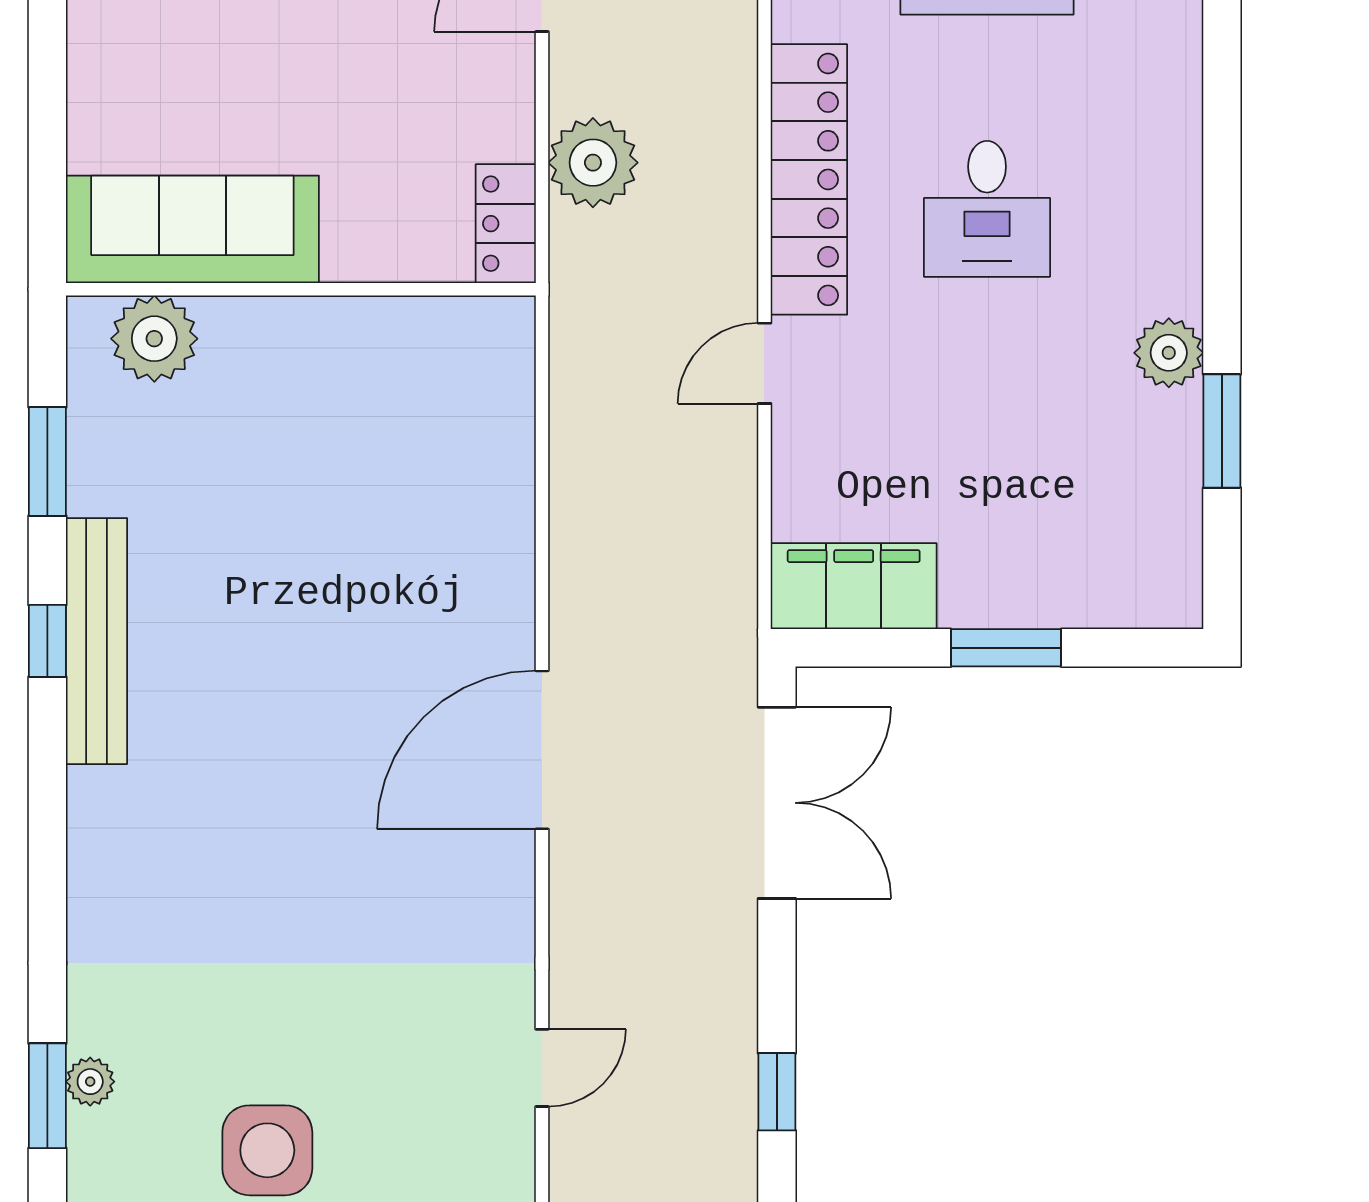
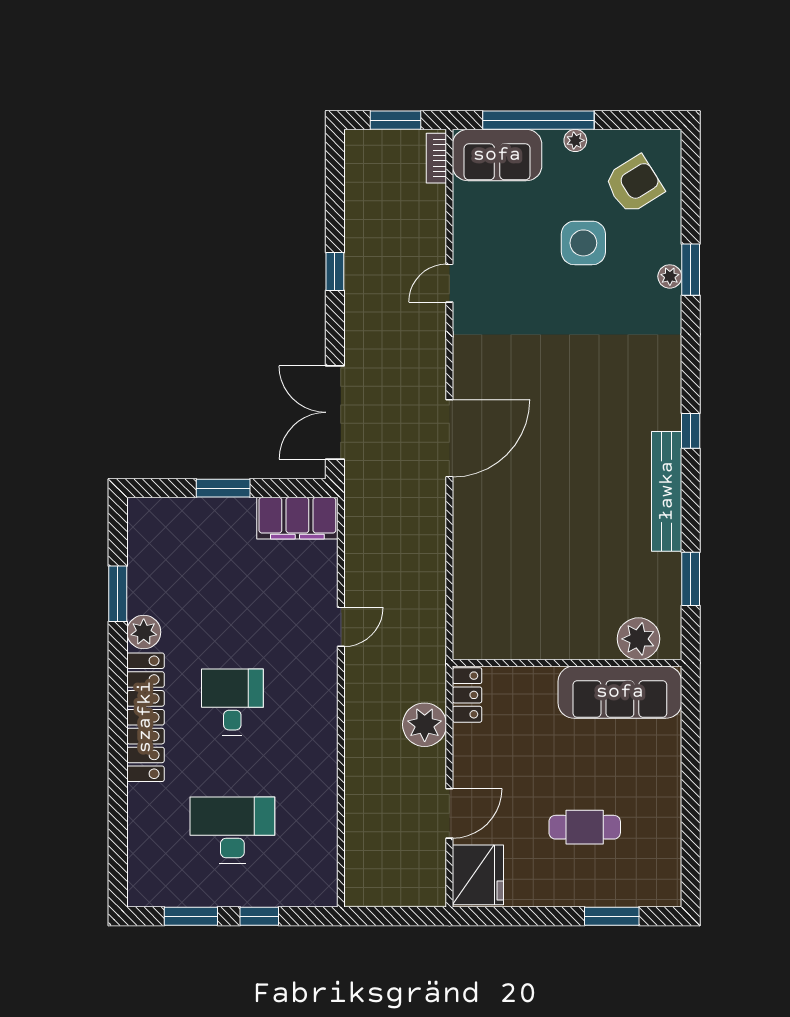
locker: (809, 179) -> (145, 717), moved, turned 180
window: (47, 641) -> (691, 431), moved

